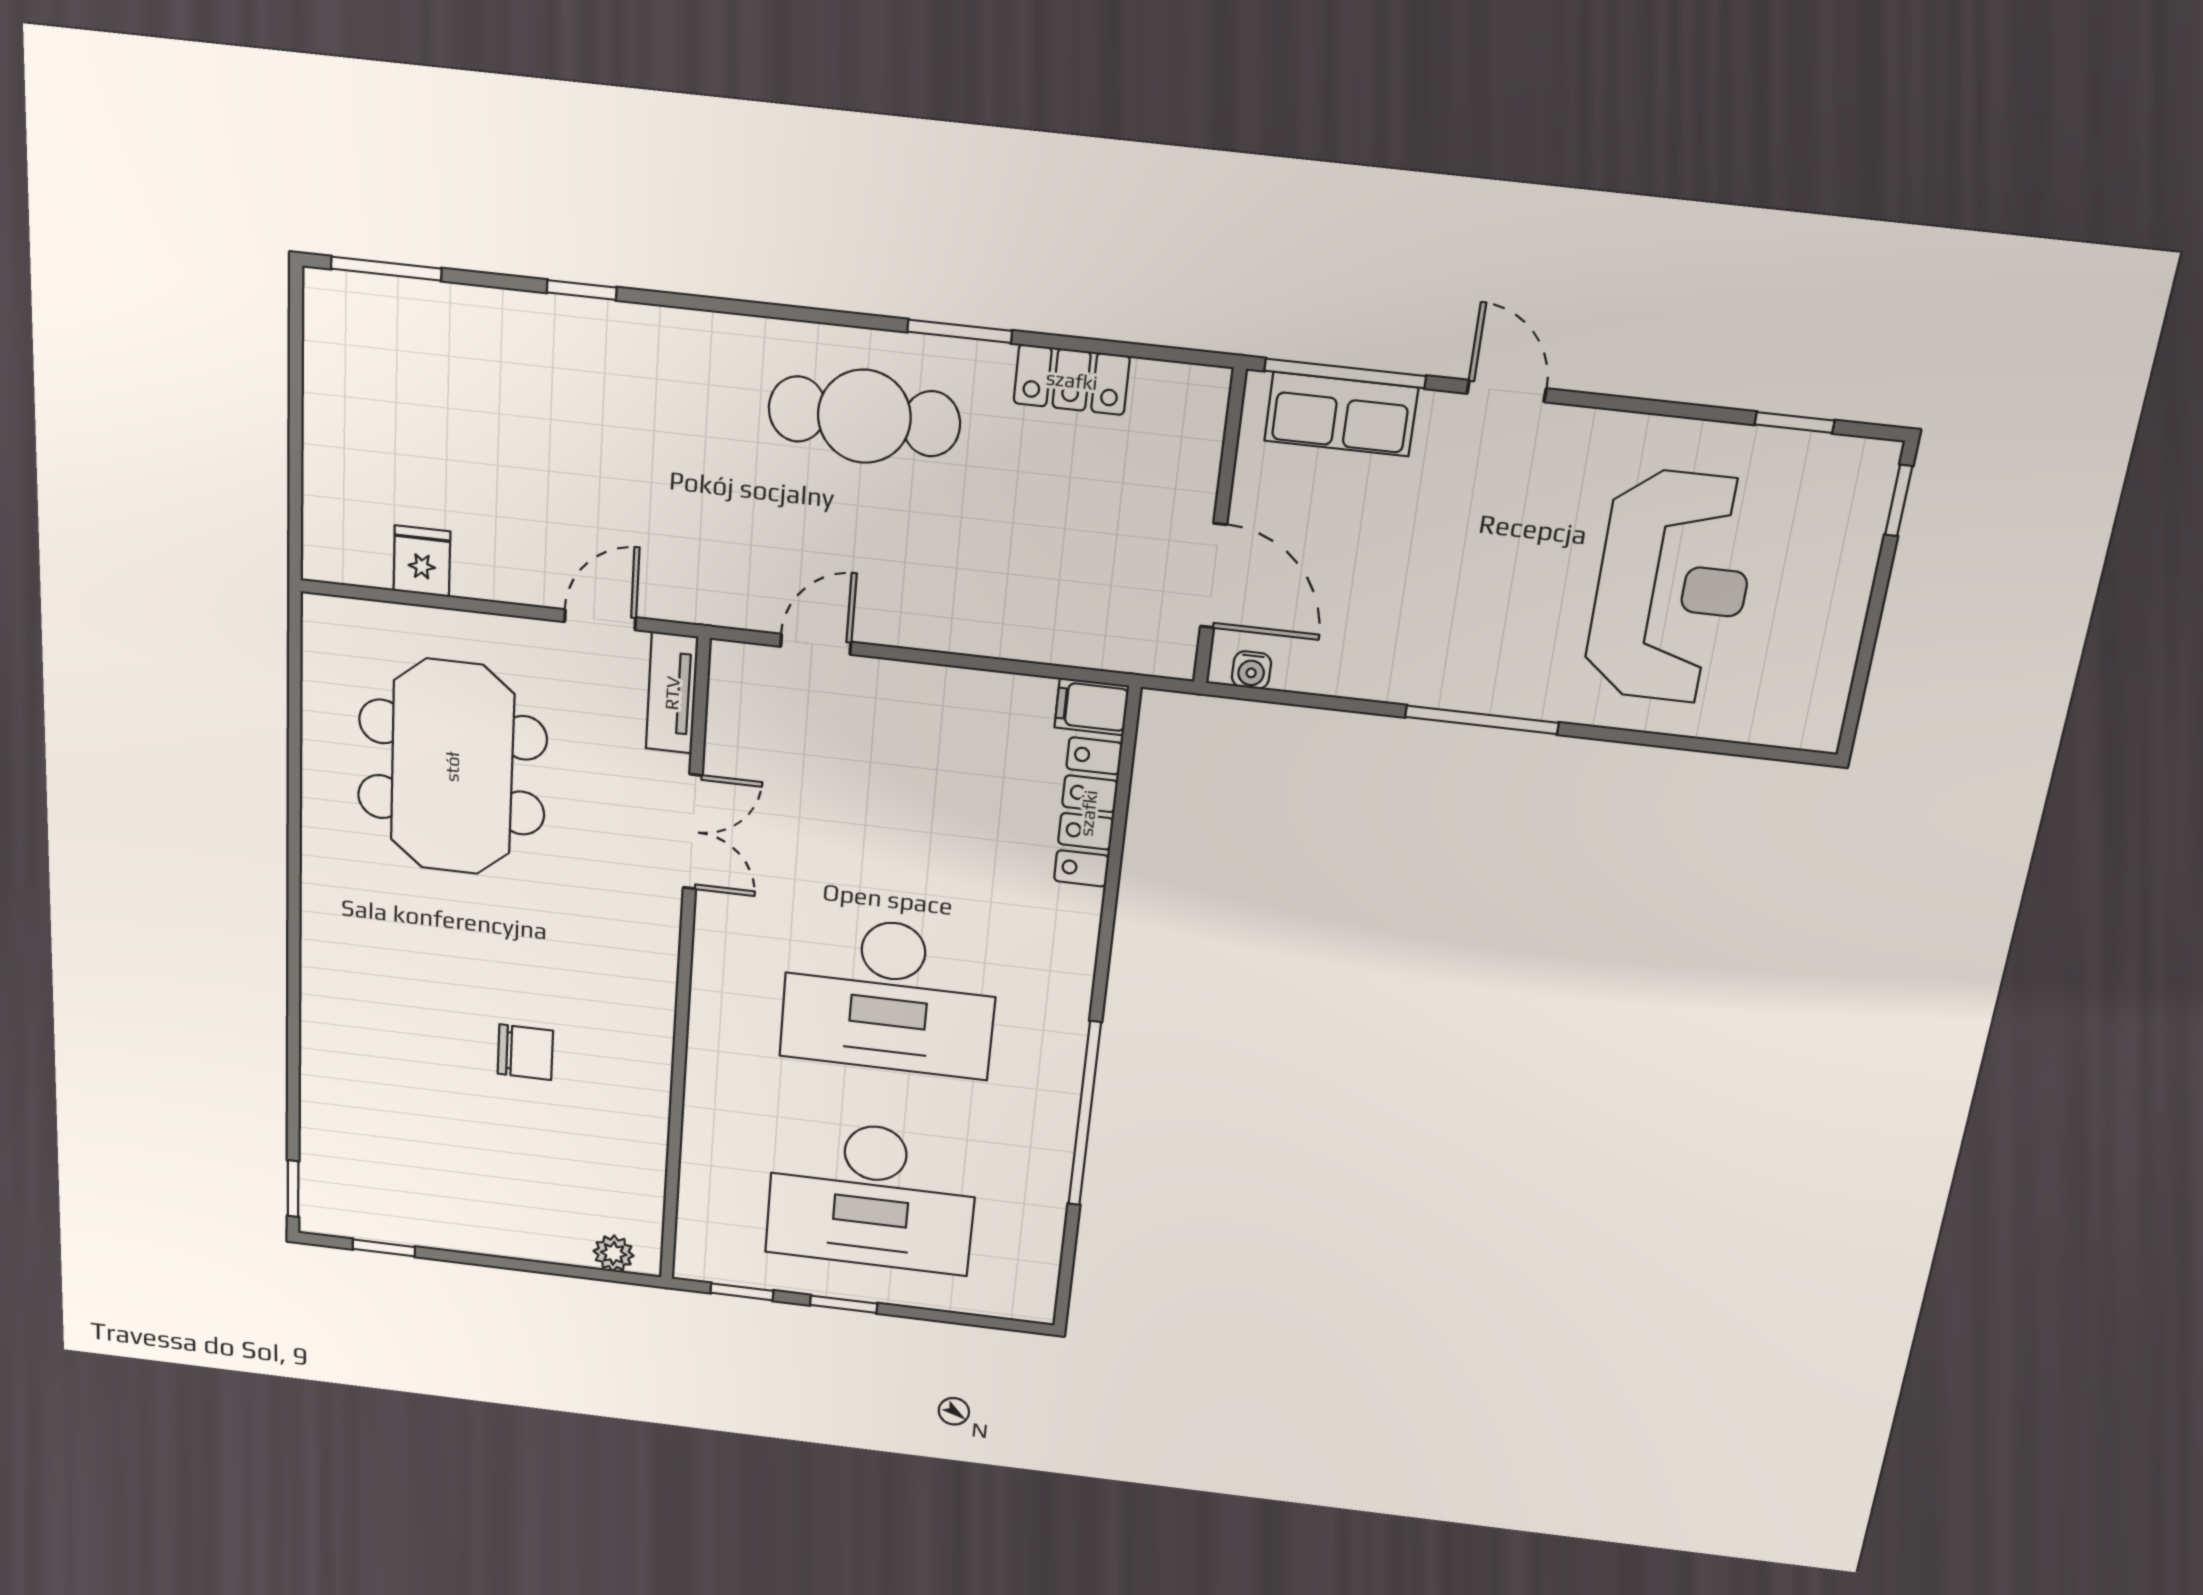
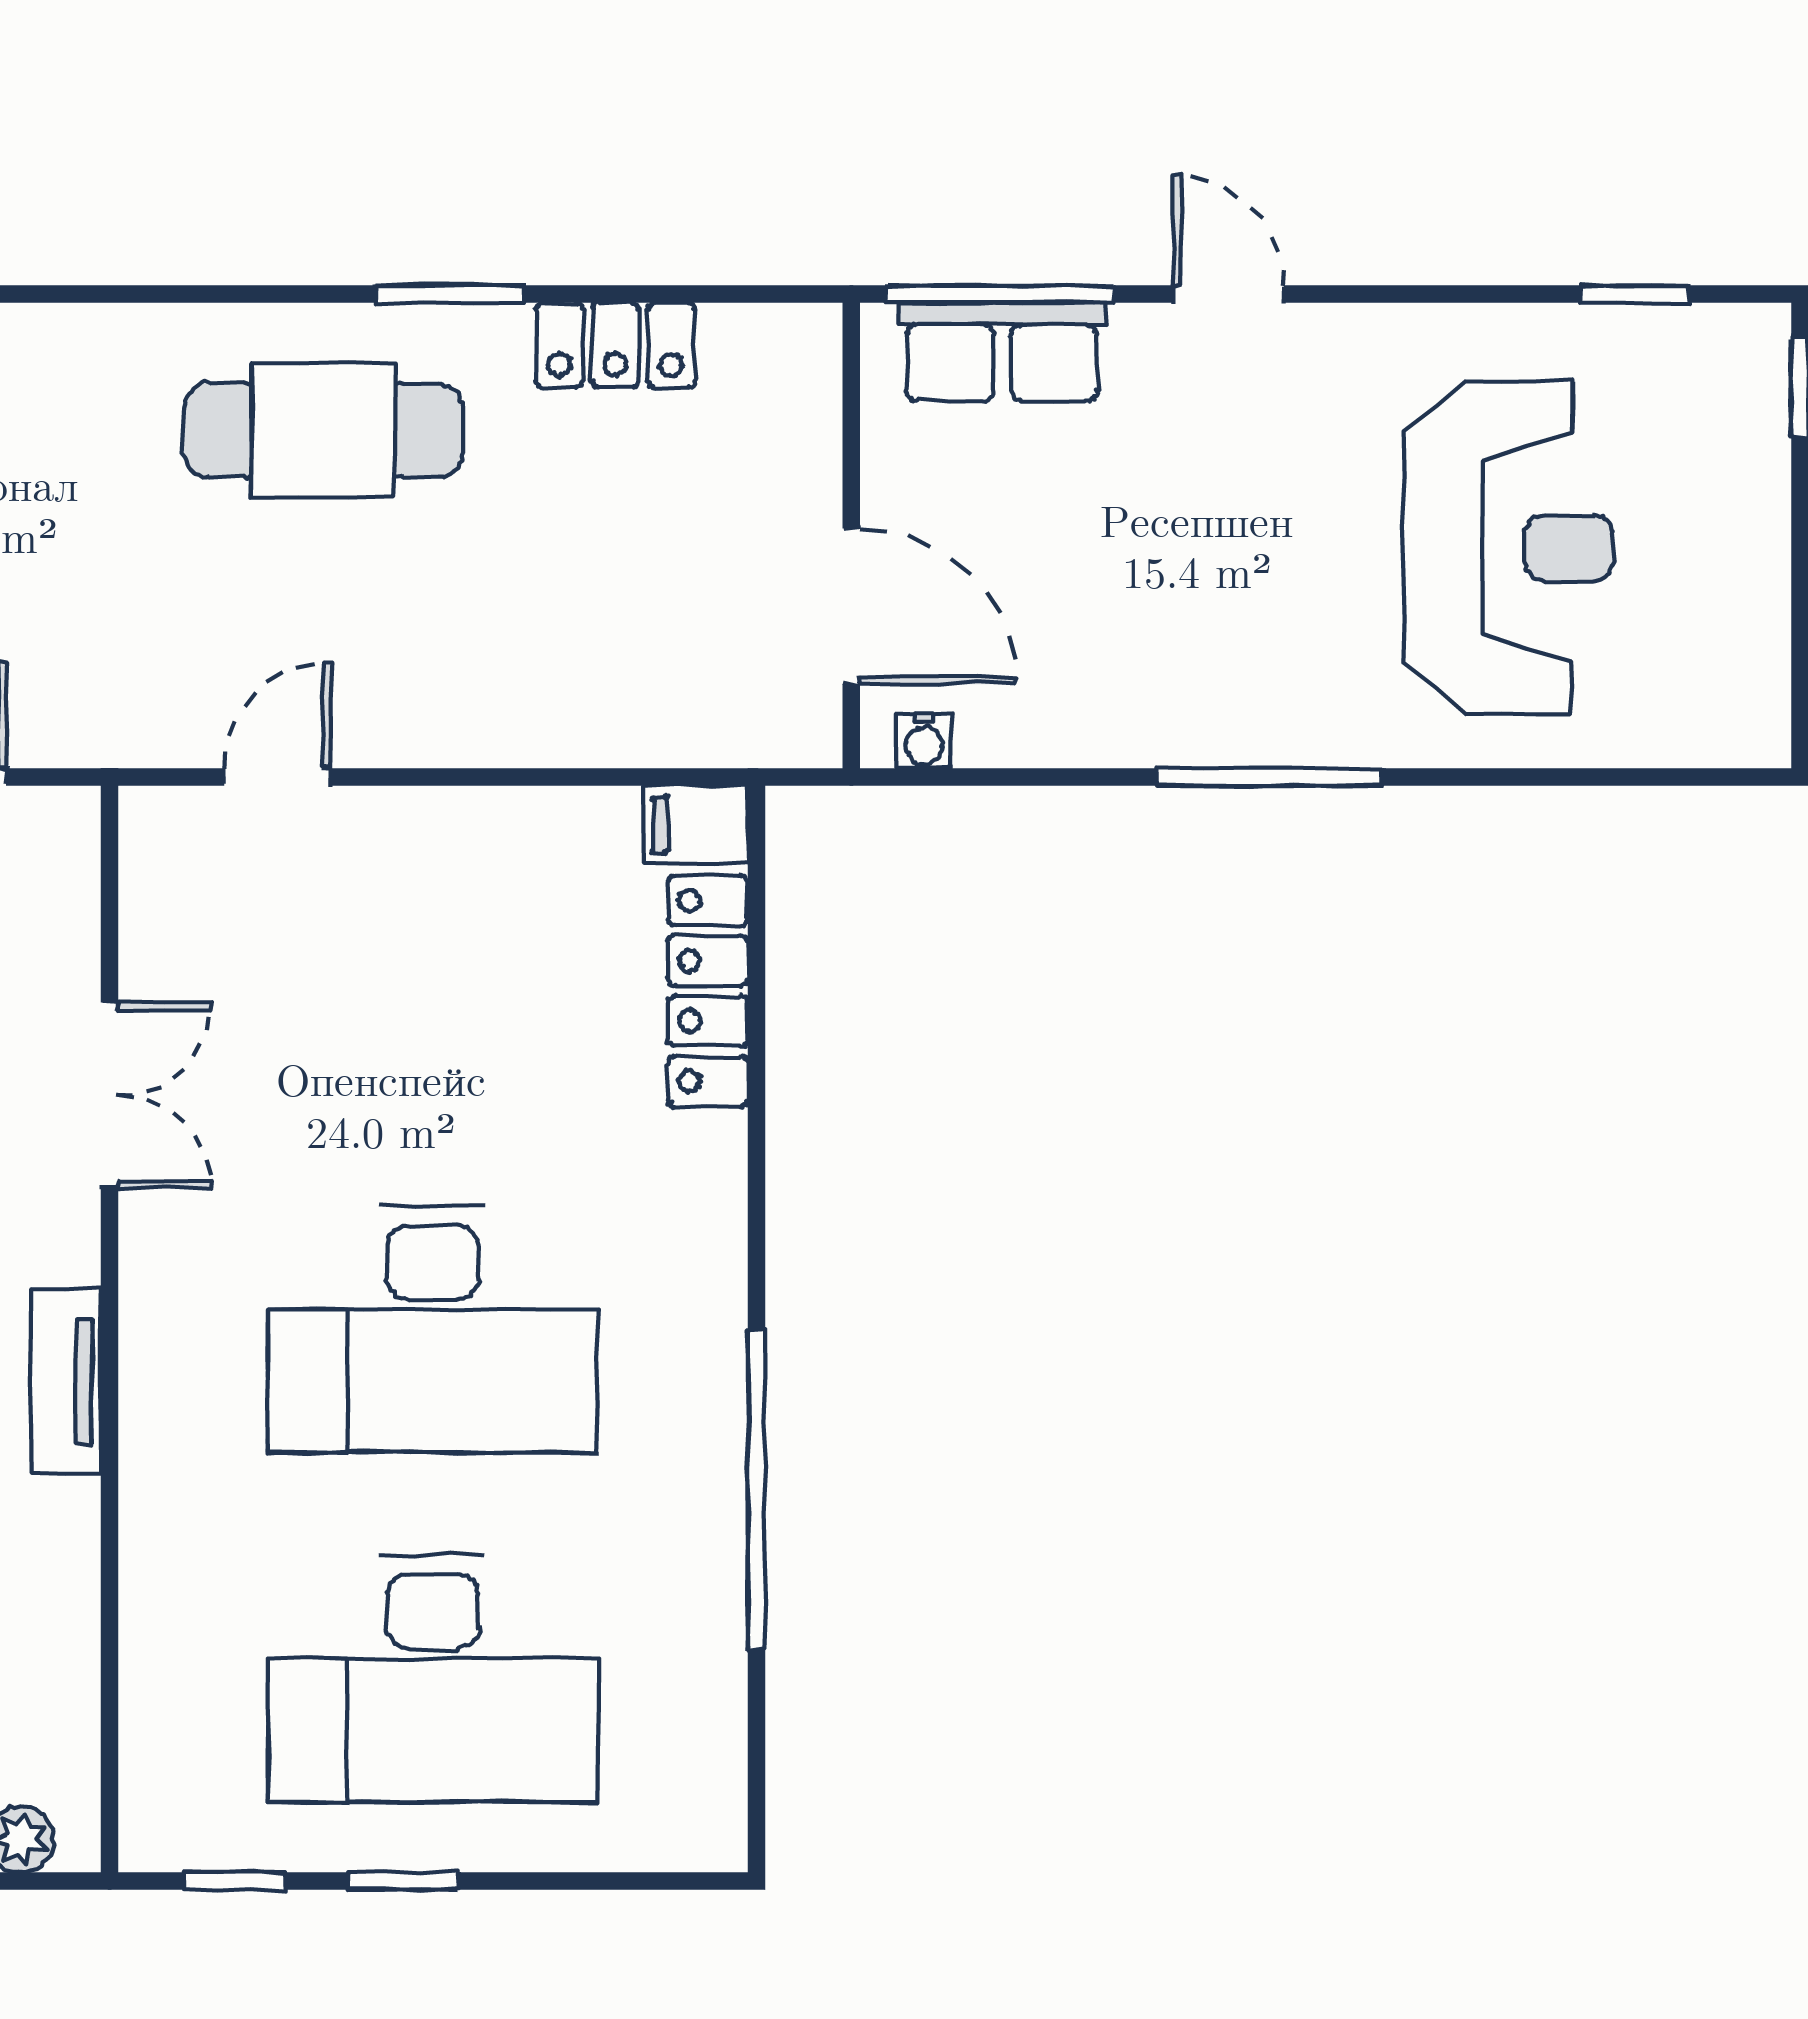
tv unit: (672, 693) -> (66, 1381), moved

